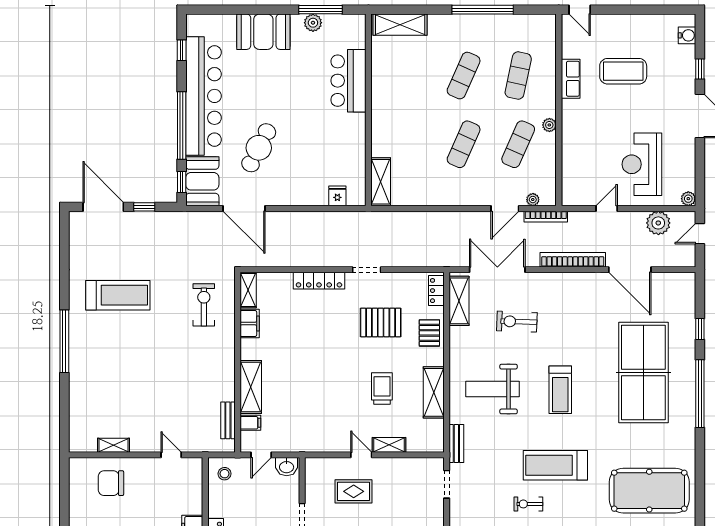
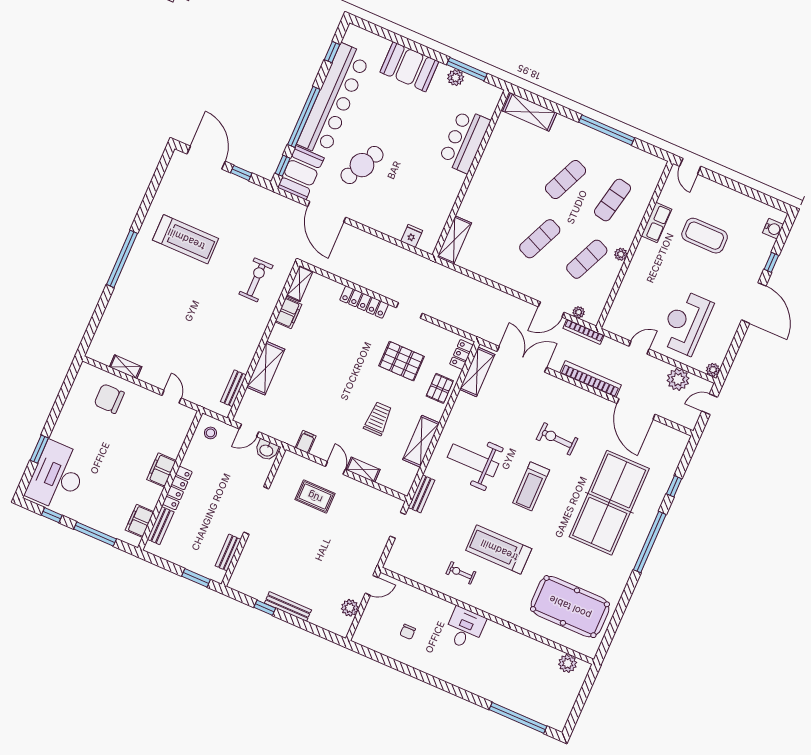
exercise bike: (517, 322) -> (557, 439), moved
filing cabinet: (250, 423) -> (306, 442), moved, turned -90

